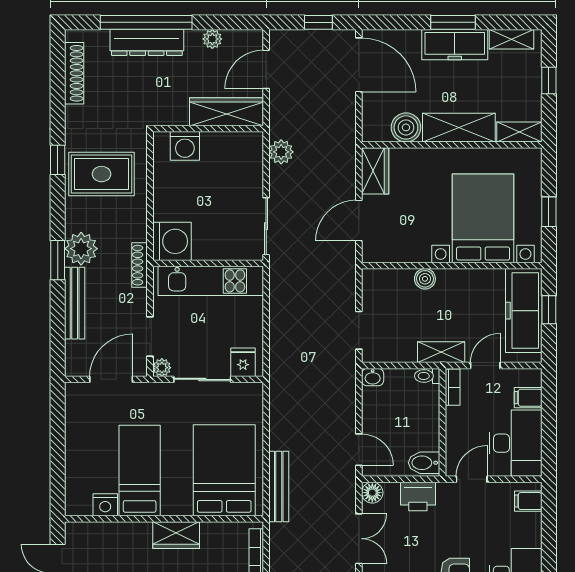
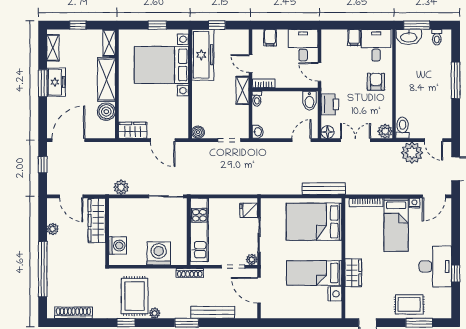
dresser: (147, 42) -> (55, 269), removed
freezer: (455, 45) -> (56, 82), width x0.71
washing machine: (172, 241) -> (159, 253), moved
plant: (81, 249) -> (155, 313), moved, width x0.53, depth x0.53
boiler: (425, 279) -> (198, 132), moved
freezer: (524, 311) -> (203, 55), moved, turned -90
desk: (516, 443) -> (303, 45), width x0.73
filing cabinet: (528, 501) -> (354, 38), moved
wardrobe: (176, 535) -> (353, 273), moved

